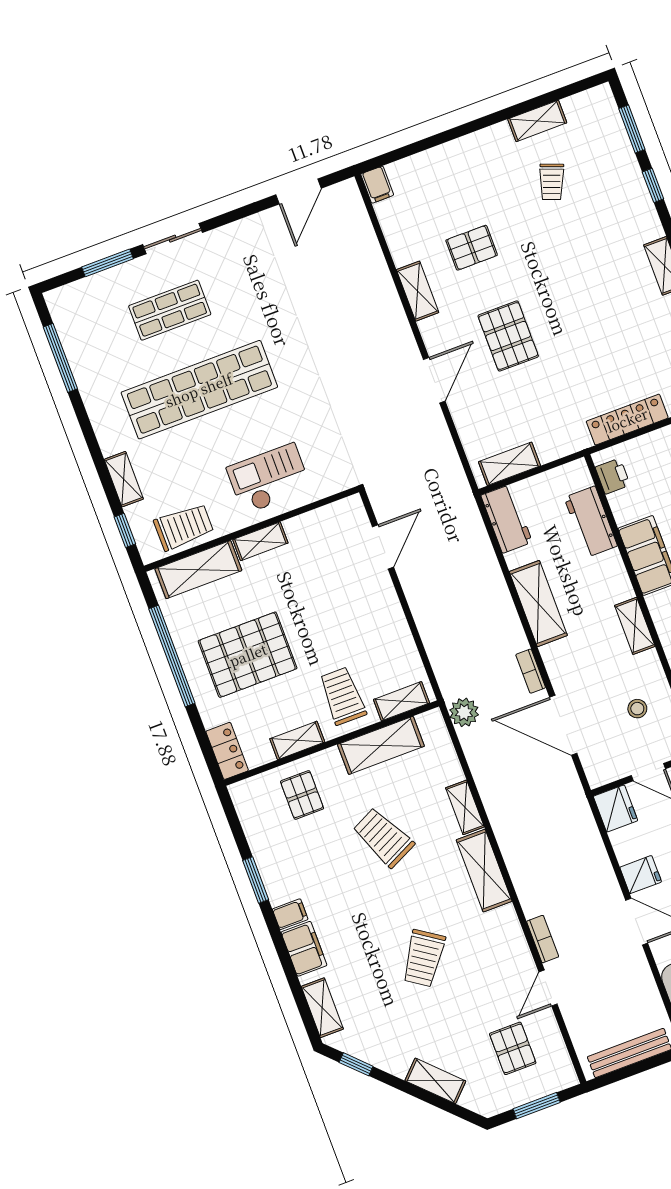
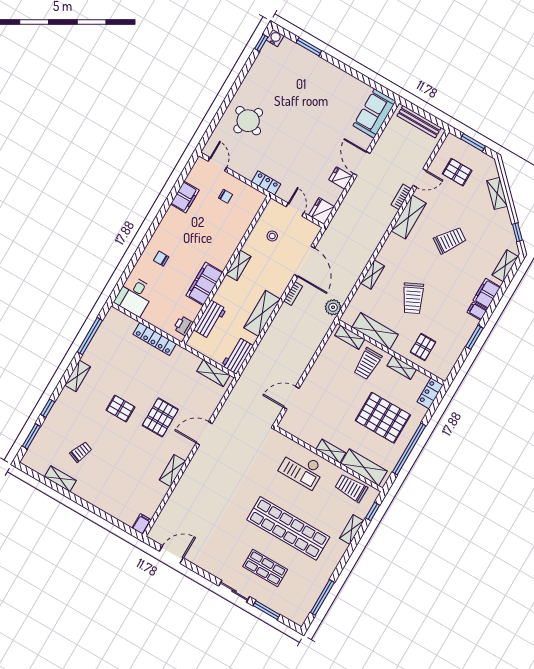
pallet: (472, 248) -> (120, 408), moved
shelving: (484, 871) -> (409, 217), moved
pallet: (513, 1048) -> (457, 172), turned 90

